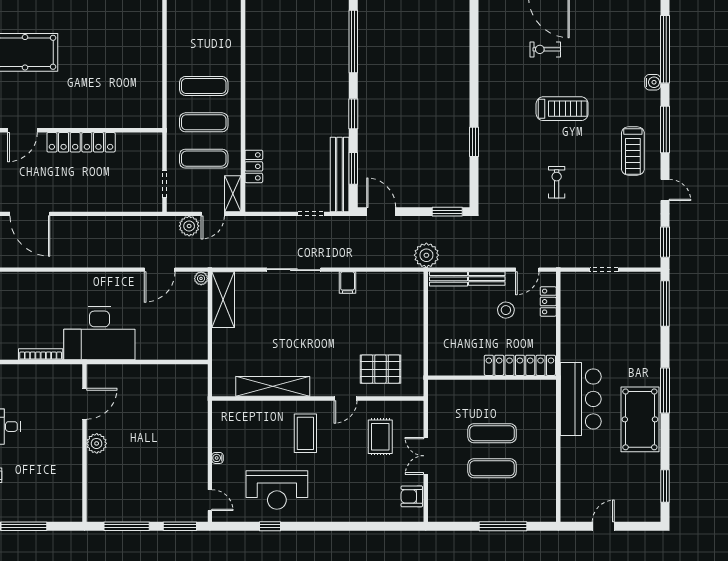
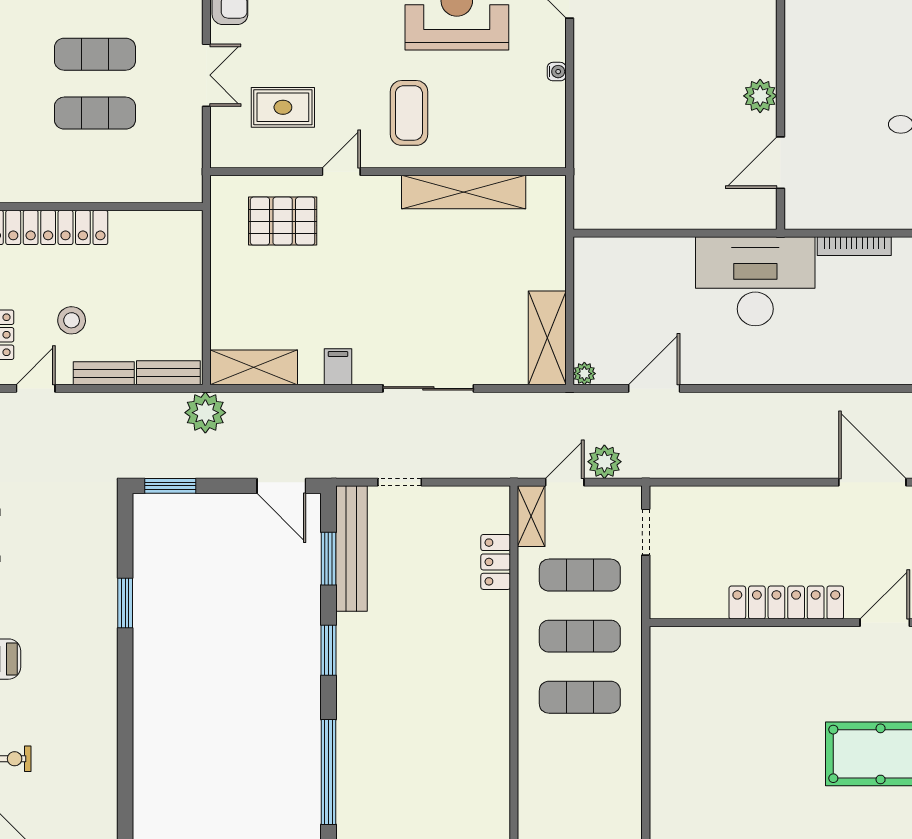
shelving: (398, 282) -> (254, 367), added
rug: (380, 437) -> (283, 107), turned 90

